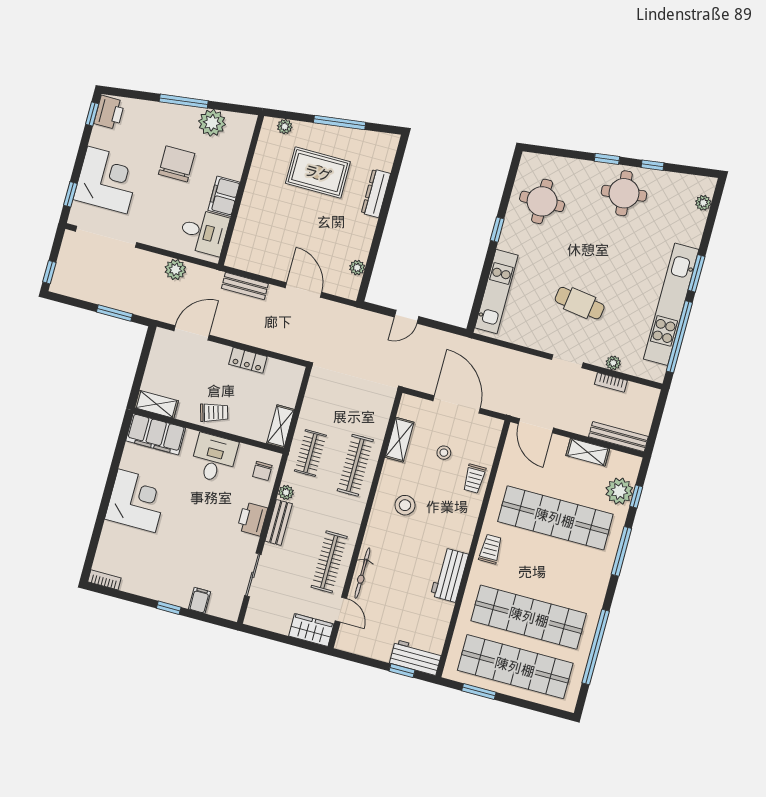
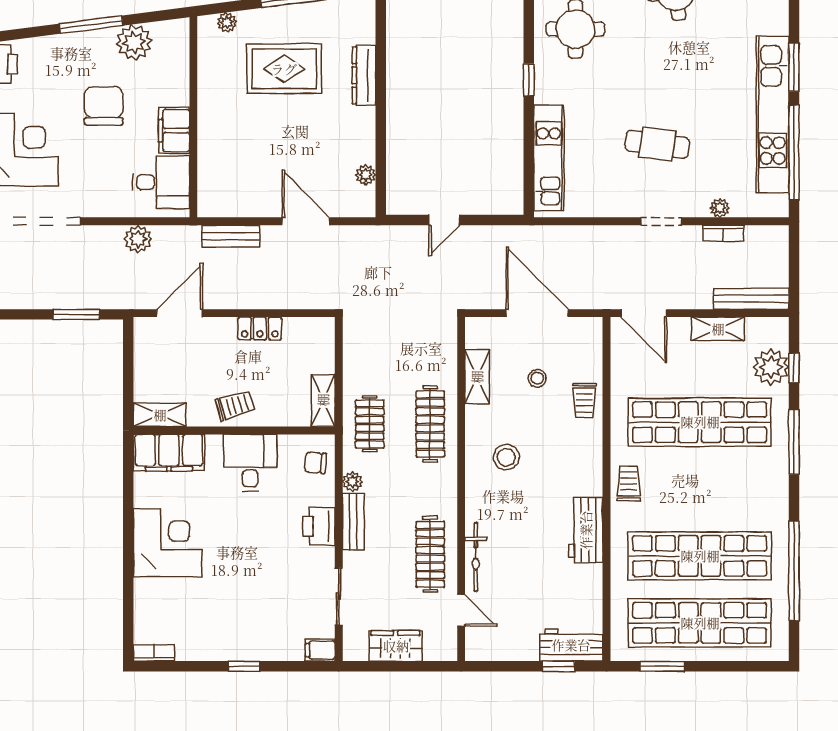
chair: (262, 471) -> (315, 463), turned 95
filing cabinet: (200, 600) -> (320, 650), moved, turned -90
wardrobe: (311, 630) -> (396, 646), moved

